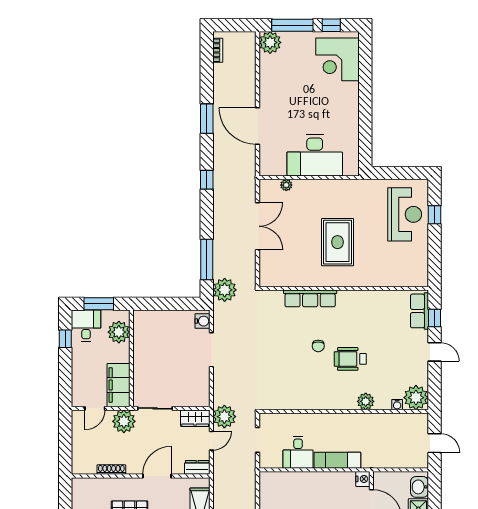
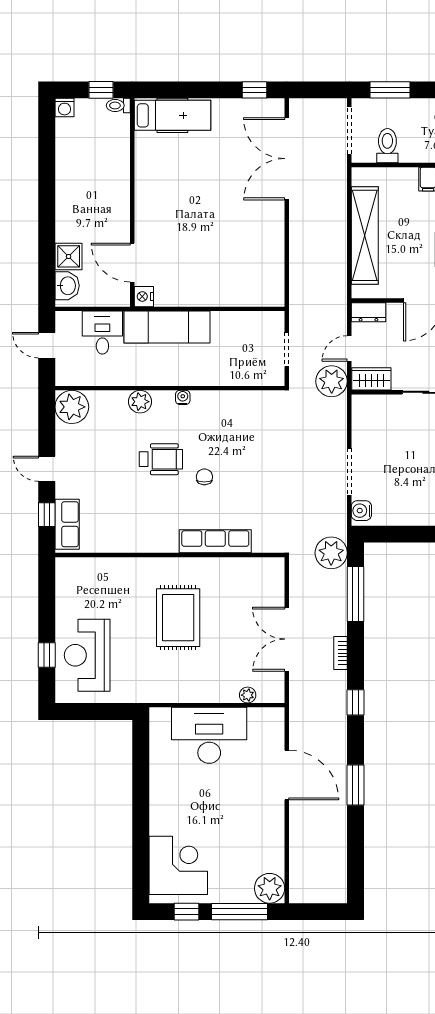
bookcase: (218, 50) -> (341, 653), moved
water cooler: (397, 405) -> (183, 397), moved
desk: (298, 452) -> (102, 333), moved
exam couch: (337, 460) -> (167, 327), width x1.36, depth x1.45

